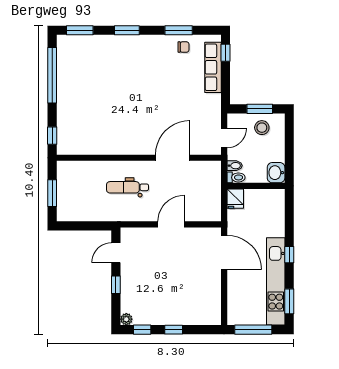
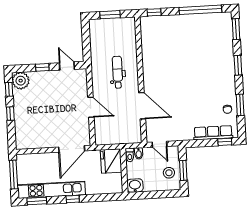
fridge: (235, 199) -> (111, 161), width x1.88, depth x1.34
plant: (126, 319) -> (21, 81), width x1.88, depth x1.88

